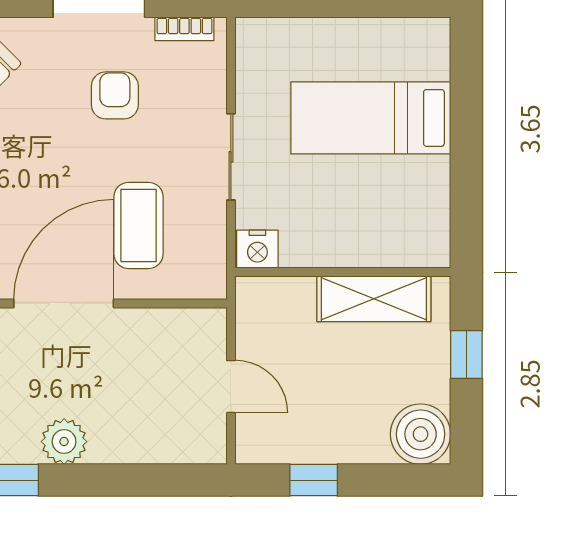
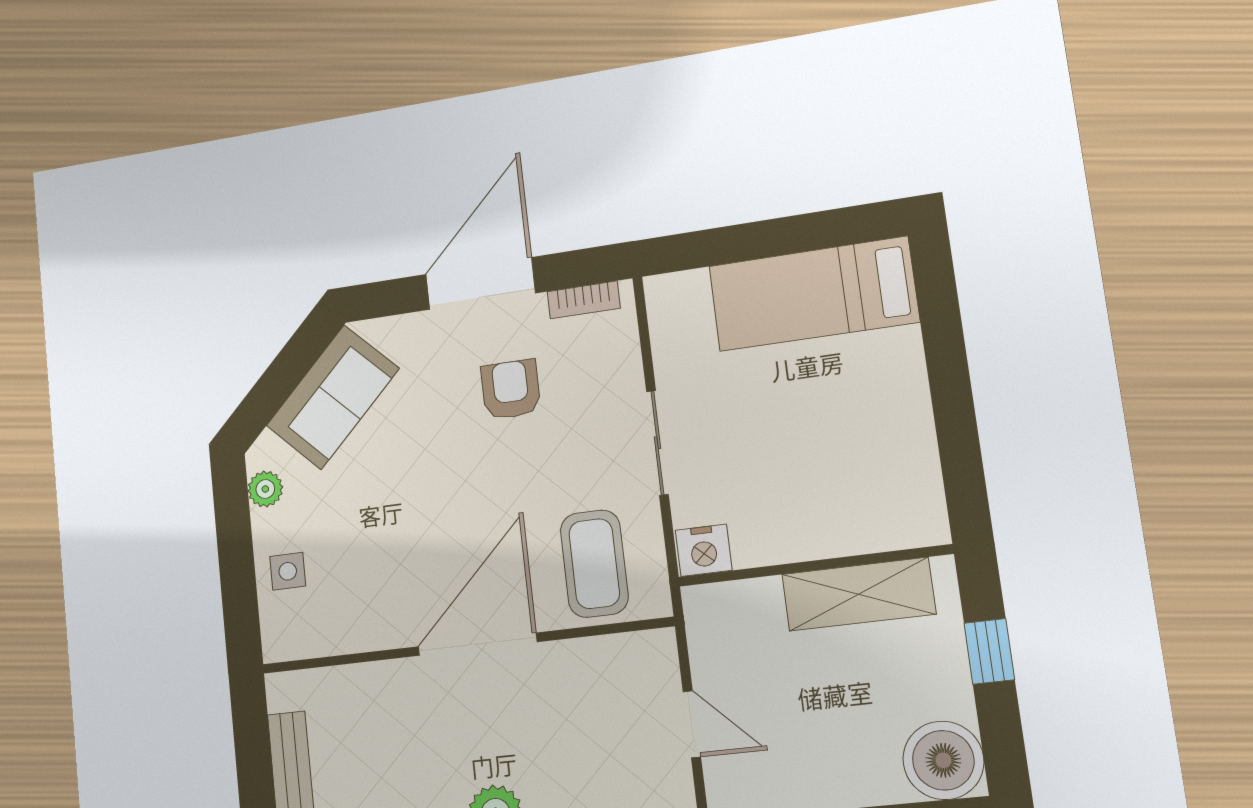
bed: (371, 118) -> (813, 294), moved
coffee table: (139, 225) -> (594, 564), moved

